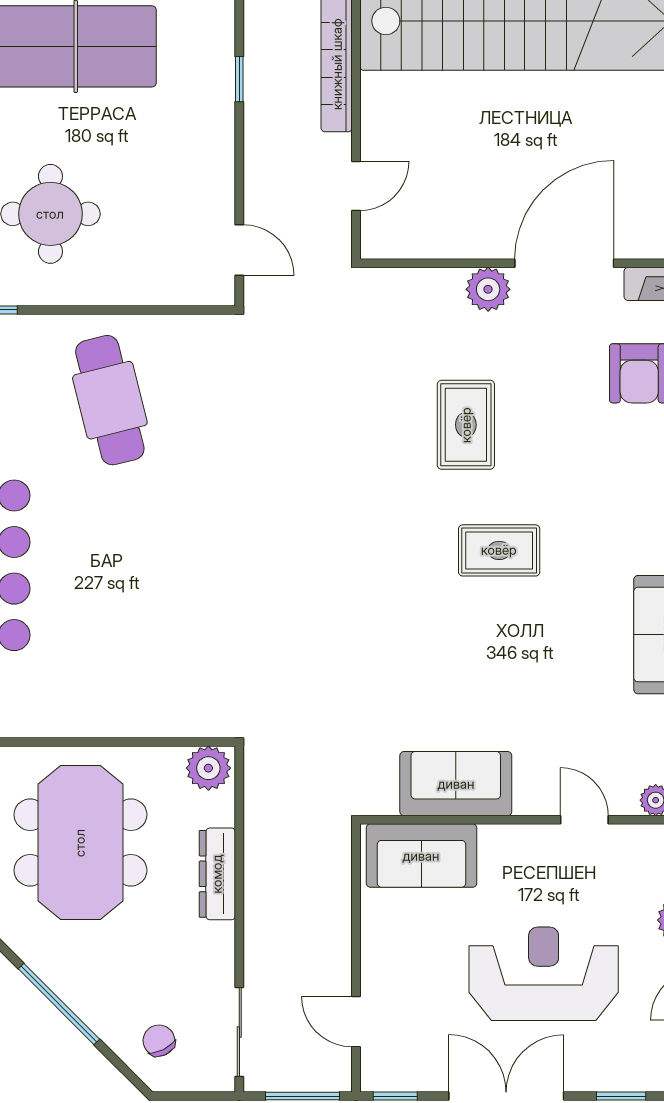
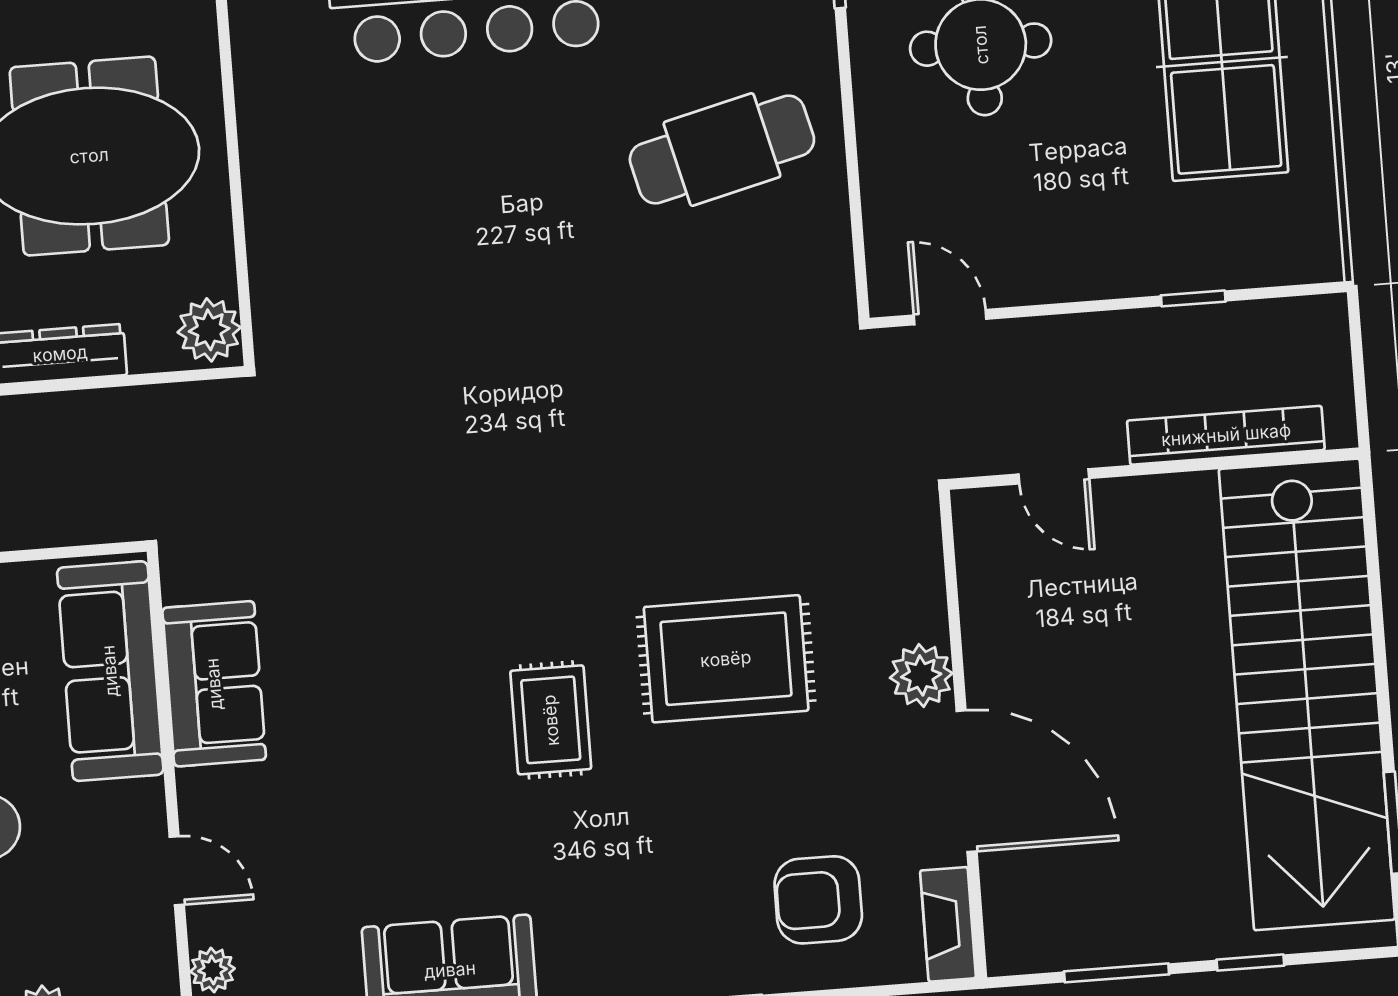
door: (239, 250) -> (950, 317), swing flipped
rug: (466, 425) -> (726, 659), width x1.36, depth x1.43
door: (584, 820) -> (177, 871), hinge flipped
sofa: (421, 856) -> (110, 671), width x1.36

